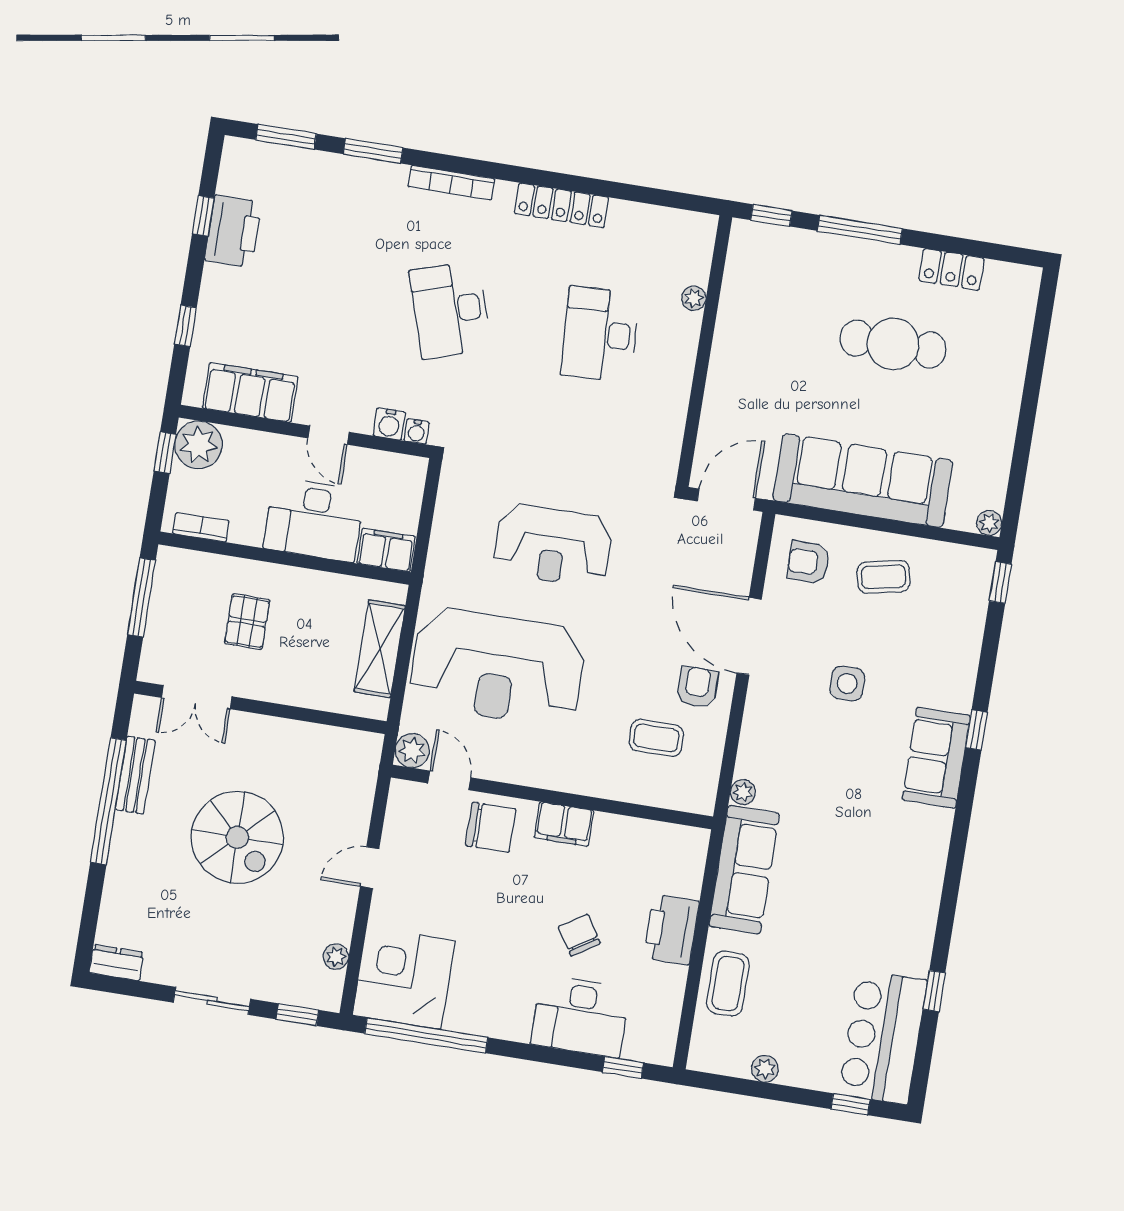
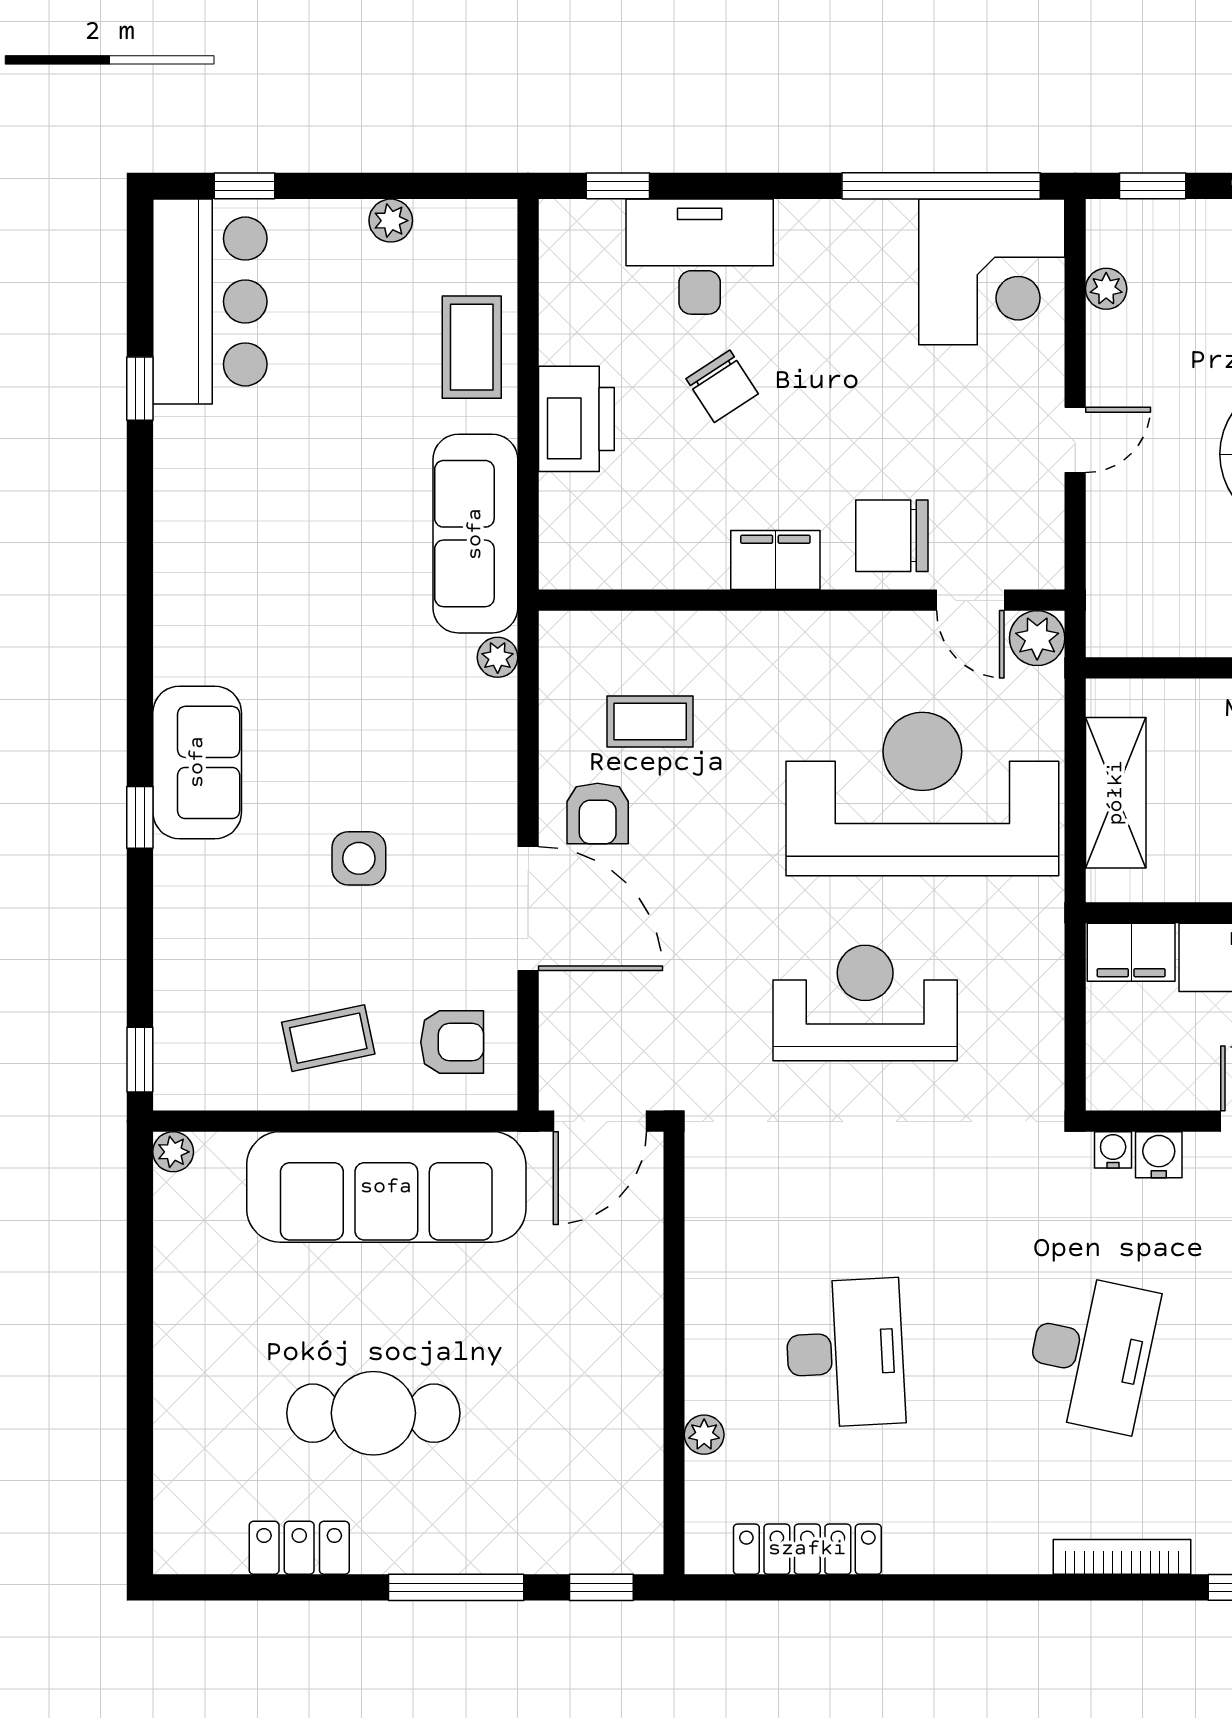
locker: (561, 205) -> (807, 1549), moved
desk: (450, 310) -> (1091, 1353), turned 30

